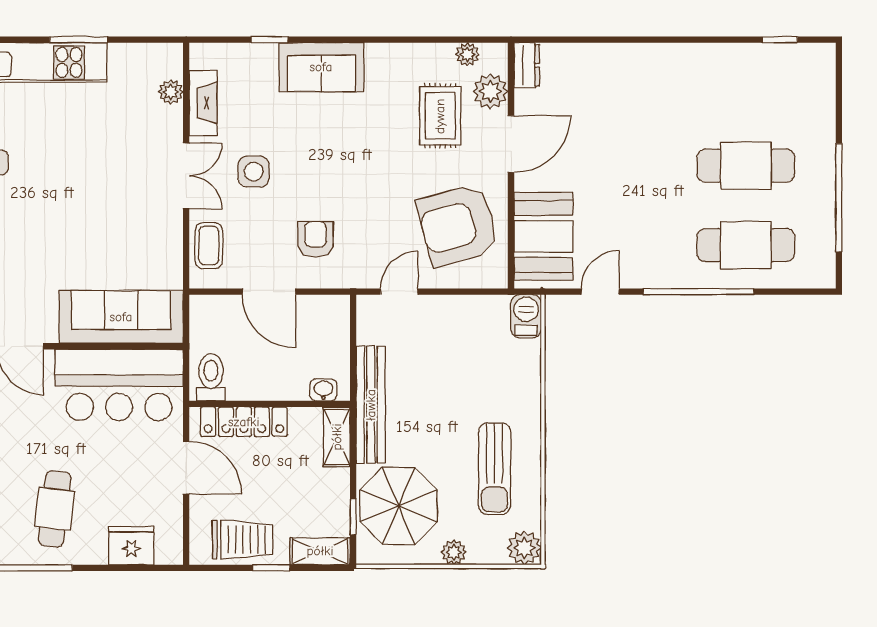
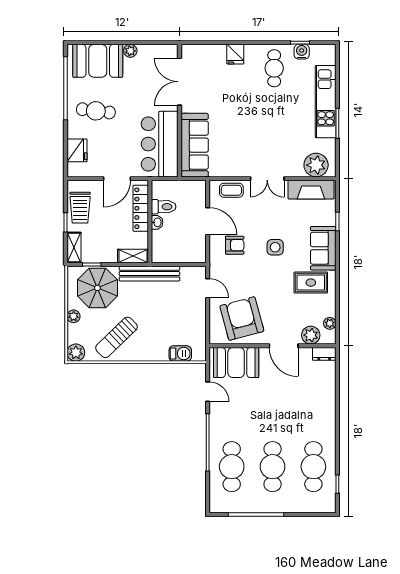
cafe table: (746, 86) -> (313, 467), added
plant: (171, 92) -> (316, 165), width x1.87, depth x1.87
fireplace: (203, 103) -> (311, 190), width x1.37, depth x1.32
rug: (440, 116) -> (311, 283), moved
side table: (253, 172) -> (275, 247), moved
door: (269, 292) -> (208, 221), swing flipped
barbecue: (526, 316) -> (180, 354), moved
toilet: (211, 377) -> (164, 207), moved
washbasin: (323, 390) -> (157, 222), moved
sun lounger: (495, 469) -> (116, 337), turned -44

